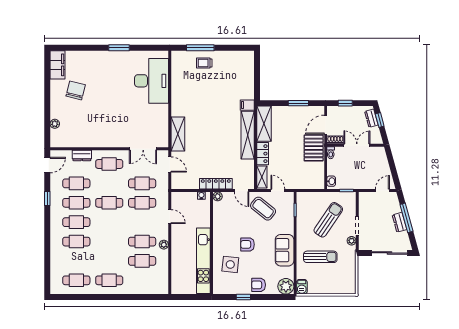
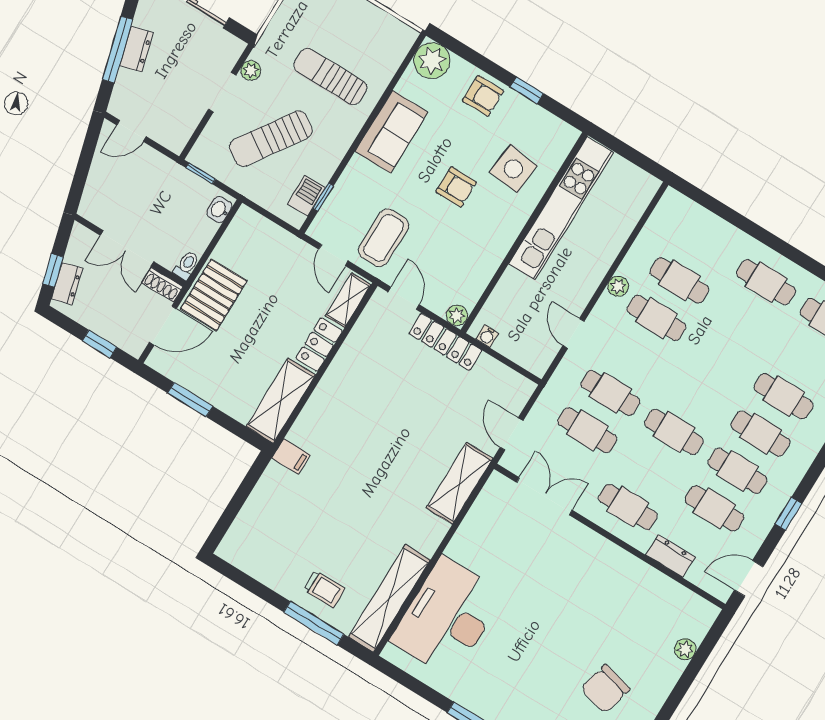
shelving: (248, 135) -> (389, 598), moved
coffee table: (263, 209) -> (384, 238), turned 51
barbecue: (302, 287) -> (306, 196), moved

